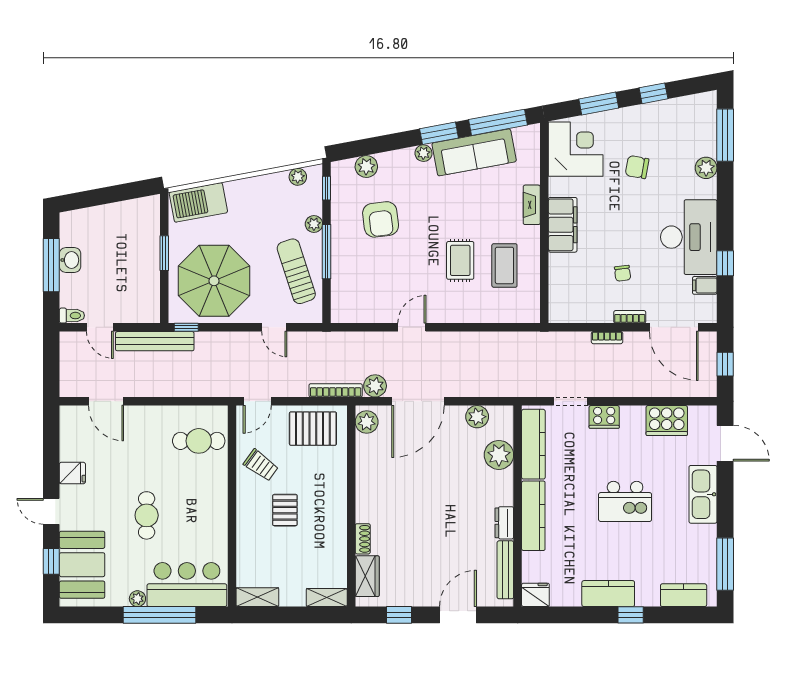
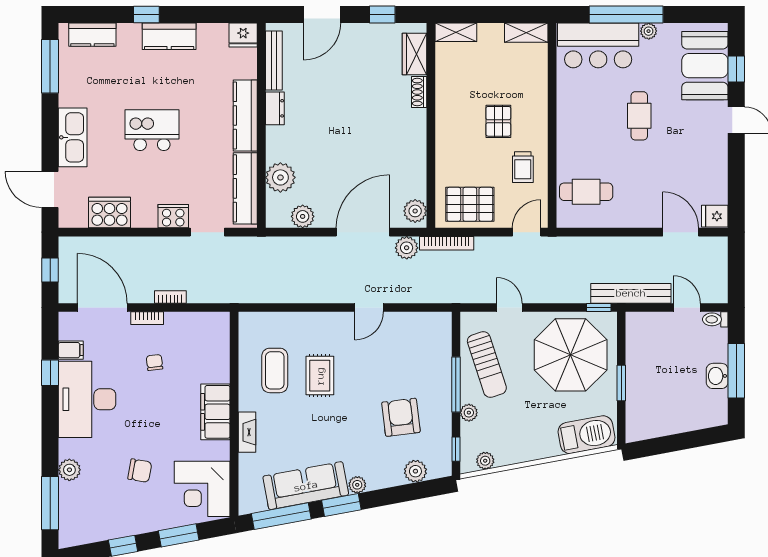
trolley: (261, 465) -> (523, 167), turned -126
fridge: (72, 473) -> (715, 216), moved

